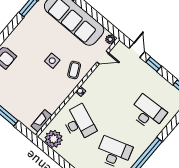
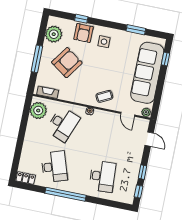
door: (137, 50) -> (149, 139), hinge flipped
side table: (52, 61) -> (104, 42), moved
window: (154, 64) -> (143, 172), moved
armchair: (24, 88) -> (67, 63), added

